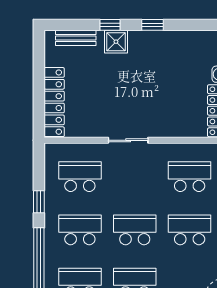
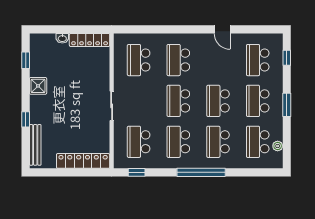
window: (153, 25) -> (26, 60), moved
bench: (76, 38) -> (35, 145), width x1.36
shower: (116, 42) -> (38, 86), moved
window: (39, 202) -> (137, 172), moved

